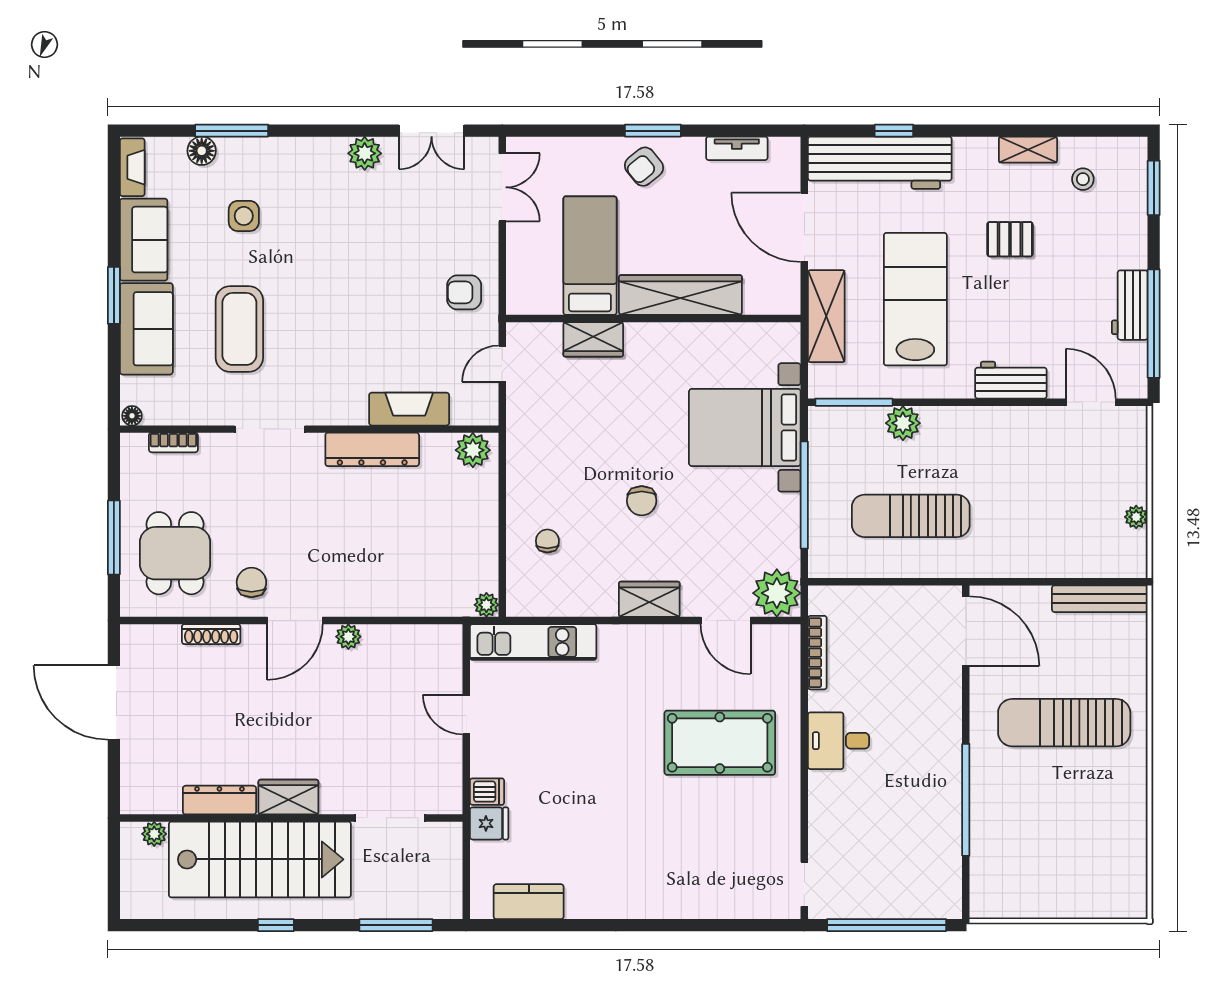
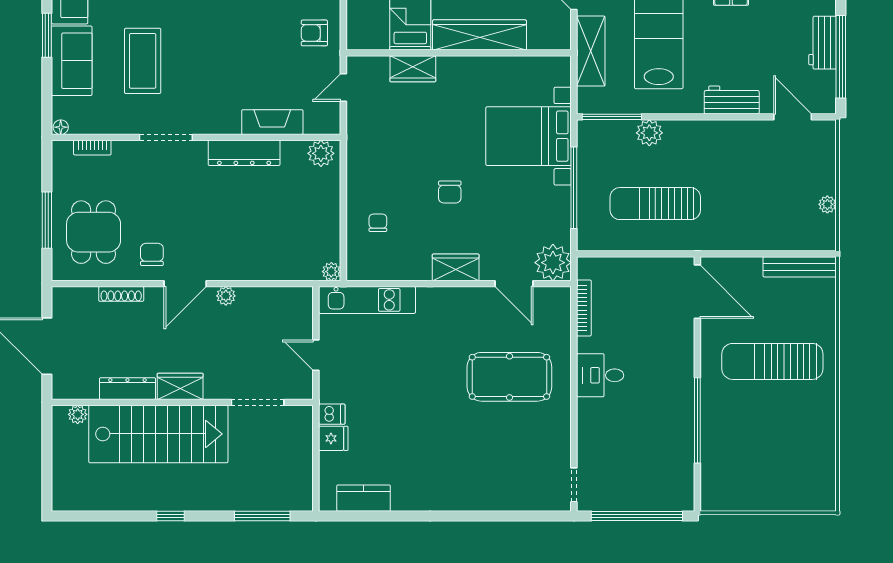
wardrobe: (288, 797) -> (180, 386), moved
dresser: (219, 800) -> (127, 389), moved
wall: (291, 818) -> (182, 402), moved
doorway: (390, 818) -> (258, 402), moved
plant: (154, 834) -> (78, 414), moved
stairs: (260, 859) -> (158, 434), moved

